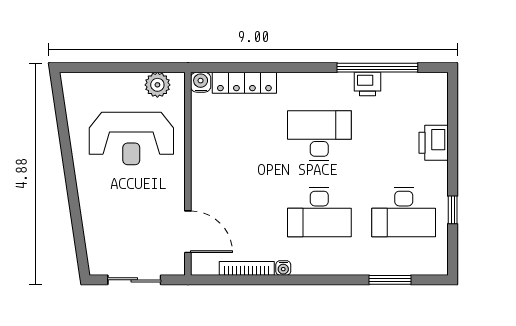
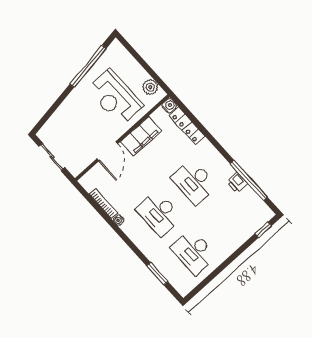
desk: (319, 135) -> (194, 182), turned 180
window: (64, 137) -> (88, 66), added
printer: (434, 143) -> (238, 237), removed
filing cabinet: (207, 149) -> (141, 136), added
window: (453, 210) -> (263, 230), moved
door: (188, 232) -> (107, 151), moved

